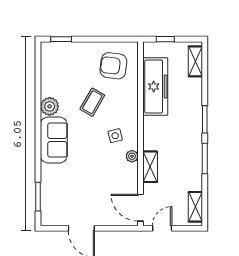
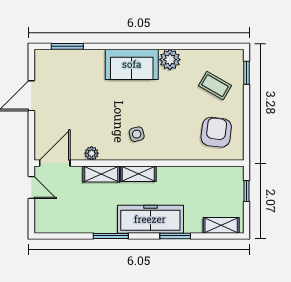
freezer: (155, 87) -> (150, 219), moved, turned 180
coffee table: (92, 102) -> (215, 86), moved
window: (205, 119) -> (175, 236), moved
plant: (132, 156) -> (92, 153), moved
shelving: (195, 207) -> (138, 174), moved

